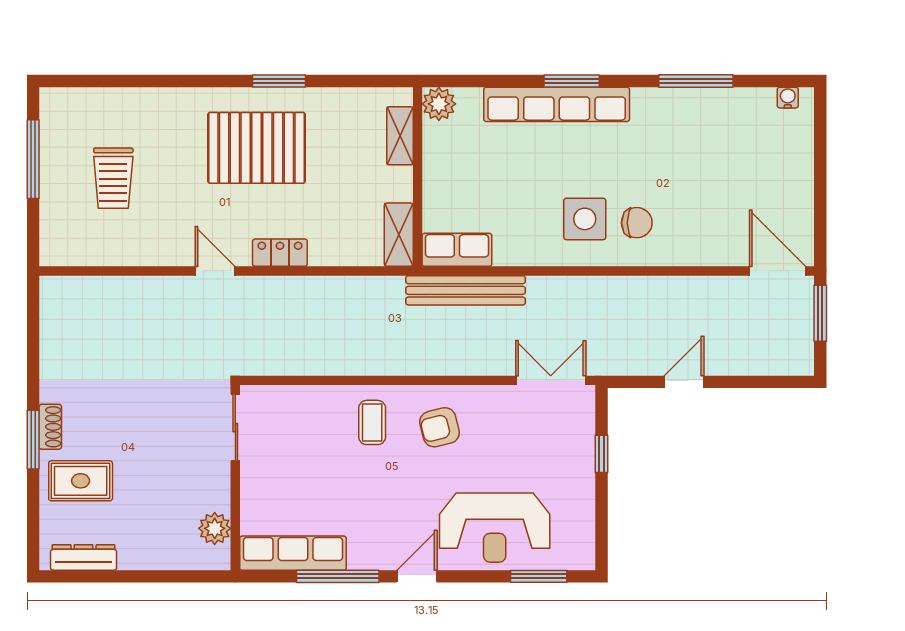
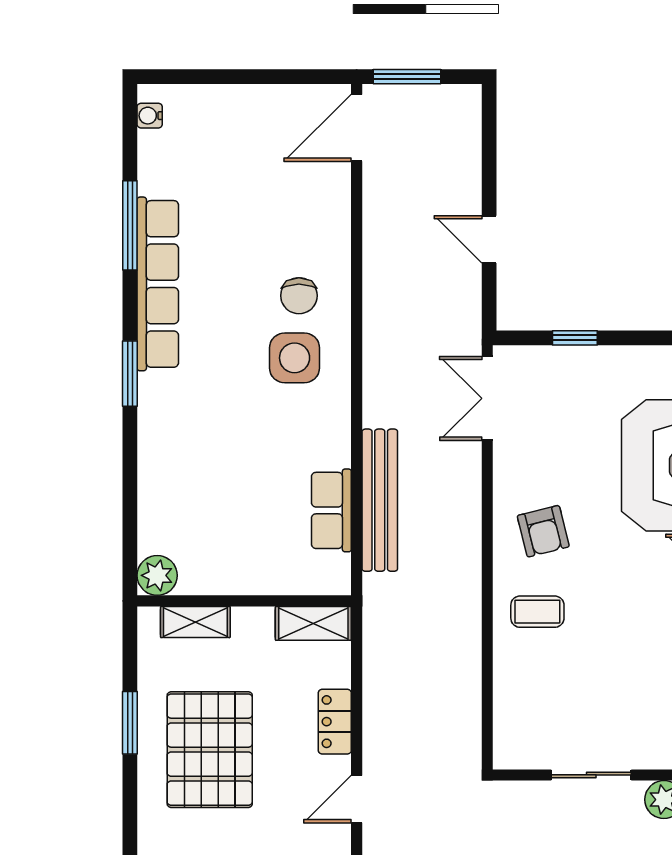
plant: (439, 104) -> (157, 575), moved
row of seats: (557, 104) -> (158, 284), moved
shelving: (400, 136) -> (195, 622), moved
wall: (418, 177) -> (244, 601), moved
chair: (637, 223) -> (299, 296), turned 180
shelving: (399, 235) -> (313, 623), moved
sliding door: (235, 428) -> (591, 775), moved

